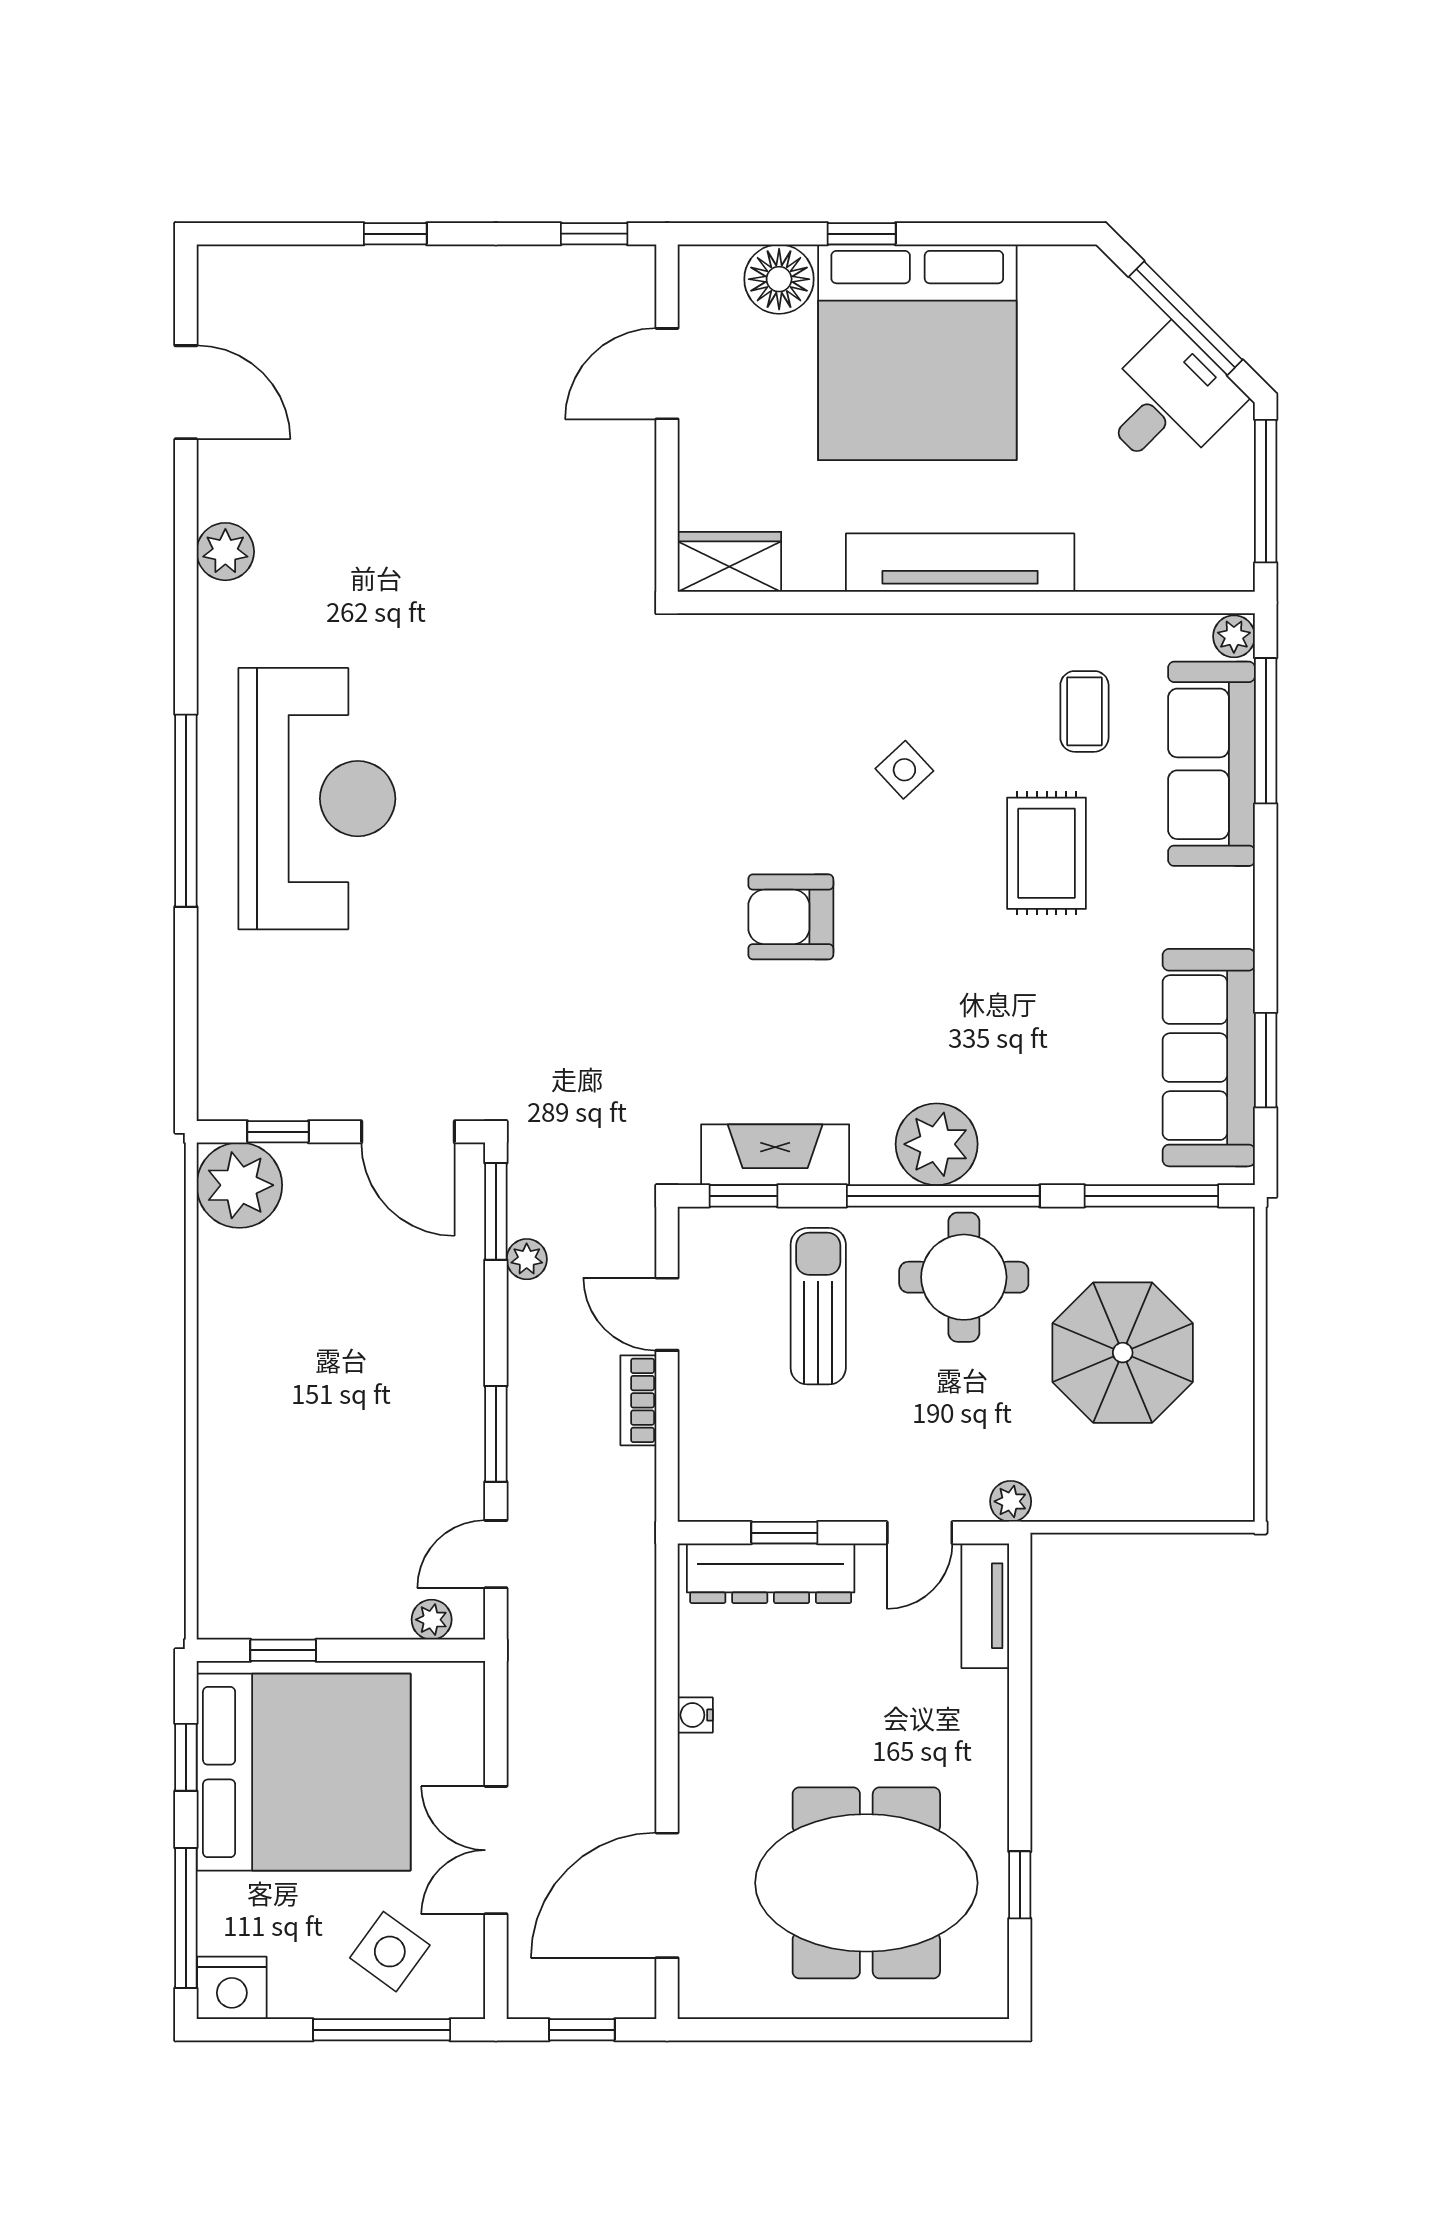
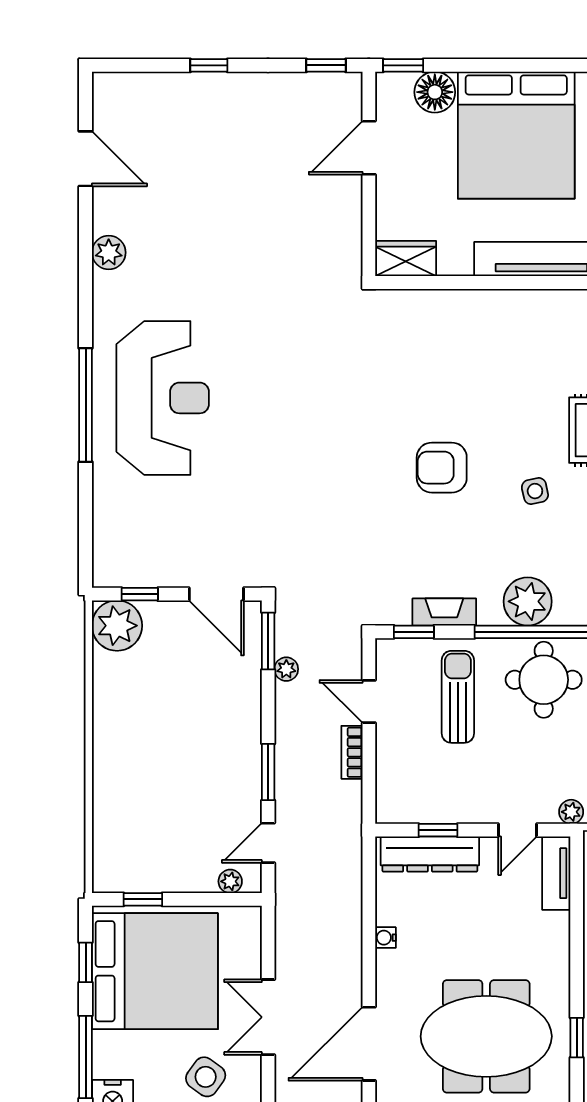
window: (862, 234) -> (403, 65), moved
side table: (904, 770) -> (535, 491), moved, turned 31
fireplace: (775, 1155) -> (444, 612), width x0.73, depth x0.76

